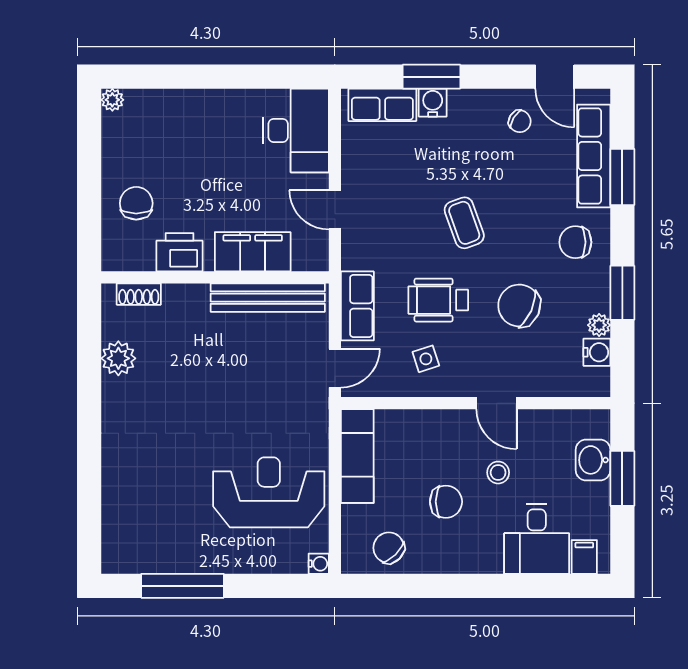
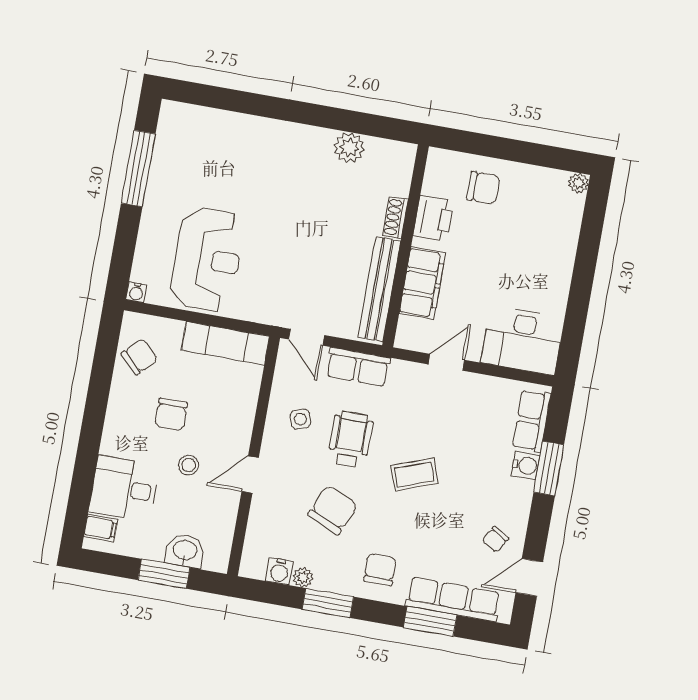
shoe rack: (139, 294) -> (395, 218), moved

